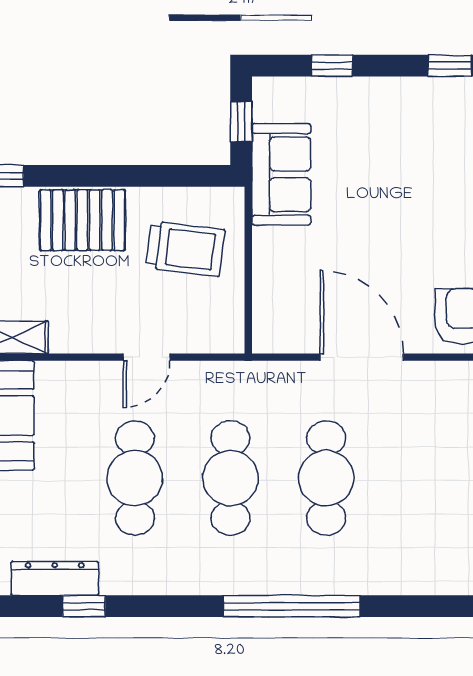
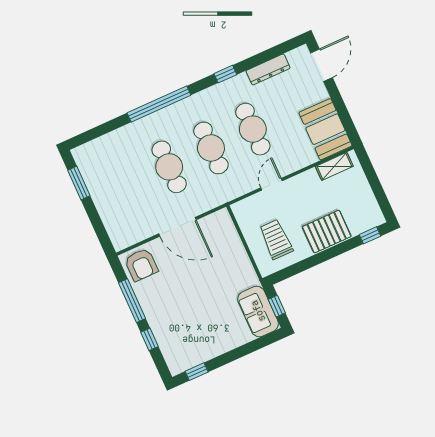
window: (332, 66) -> (248, 348), removed
sofa: (281, 174) -> (258, 311), moved
trolley: (185, 249) -> (276, 239), turned 83
window: (84, 606) -> (225, 74), moved

